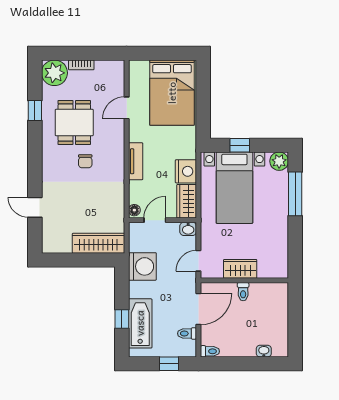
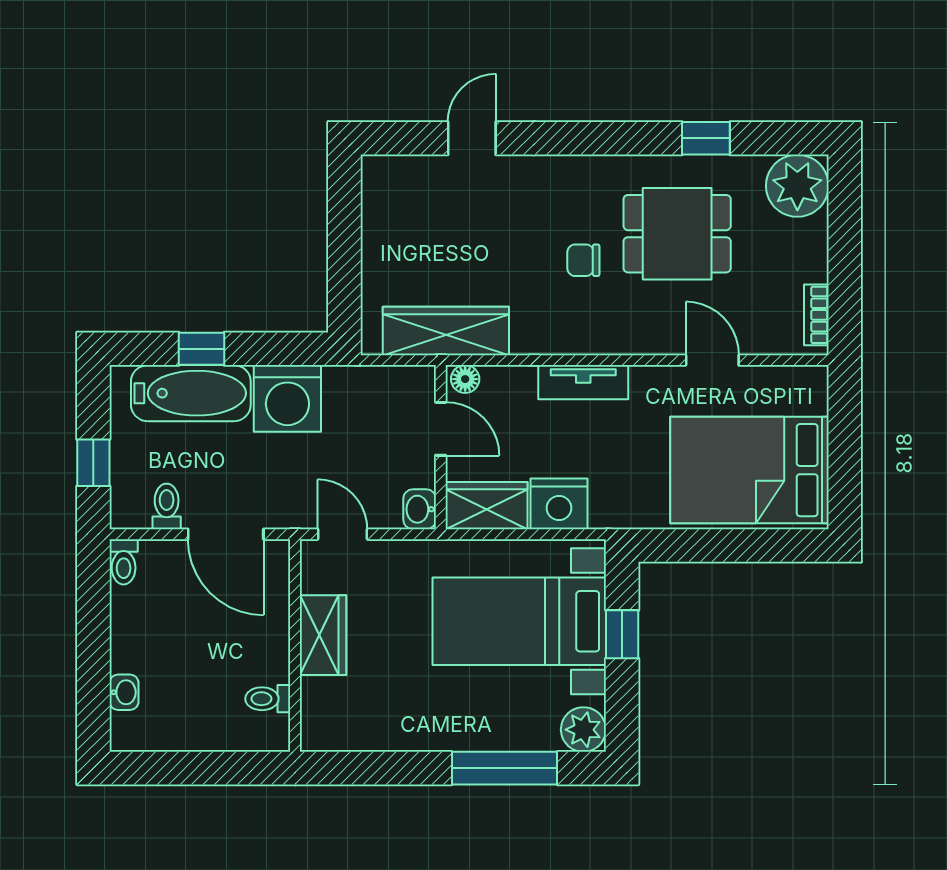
bookcase: (81, 65) -> (816, 315), moved
wardrobe: (98, 243) -> (446, 331), moved, turned -90
washing machine: (142, 266) -> (287, 398), moved
toilet: (243, 292) -> (268, 699), moved

